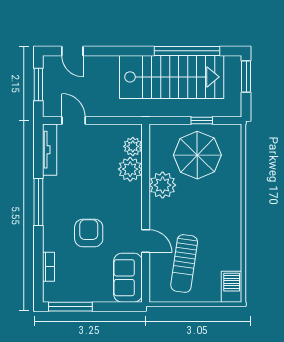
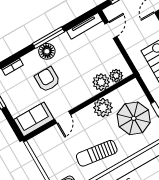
floor lamp: (54, 214) -> (47, 51), added
armchair: (89, 233) -> (47, 79), turned -90
sun lounger: (184, 264) -> (97, 153), moved

